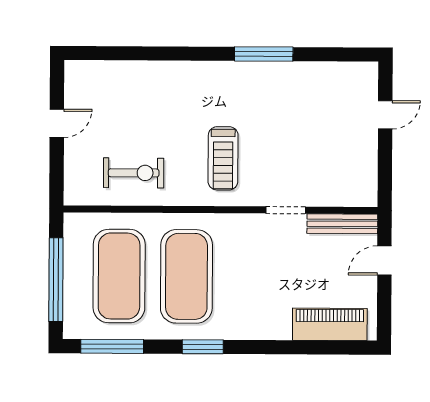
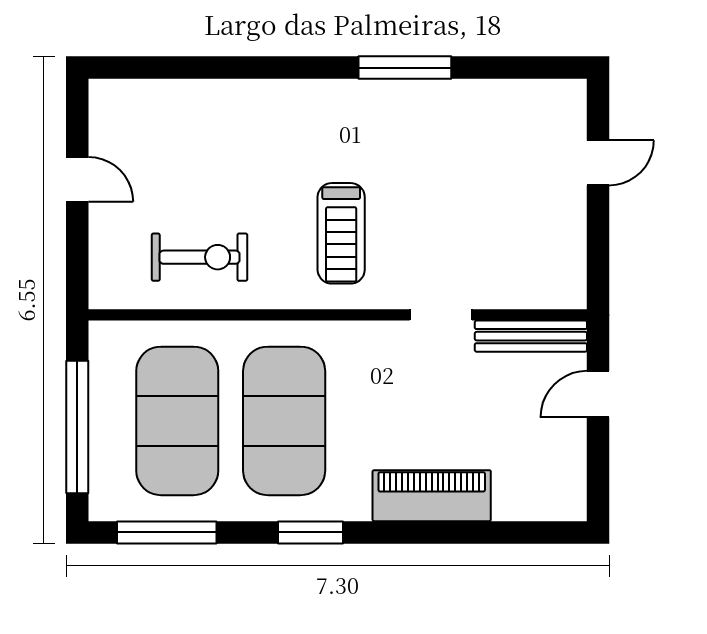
door: (57, 123) -> (77, 179), hinge flipped
piano: (330, 324) -> (432, 496), moved

